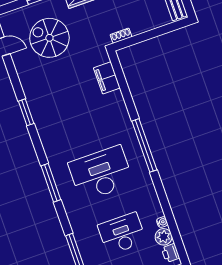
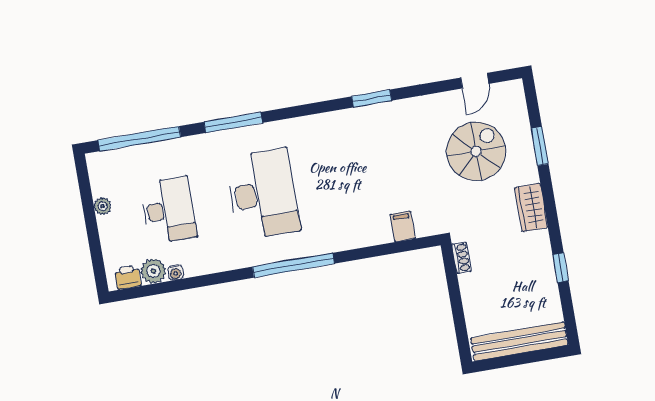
filing cabinet: (107, 78) -> (403, 226), width x0.50
window: (51, 183) -> (233, 122), moved

